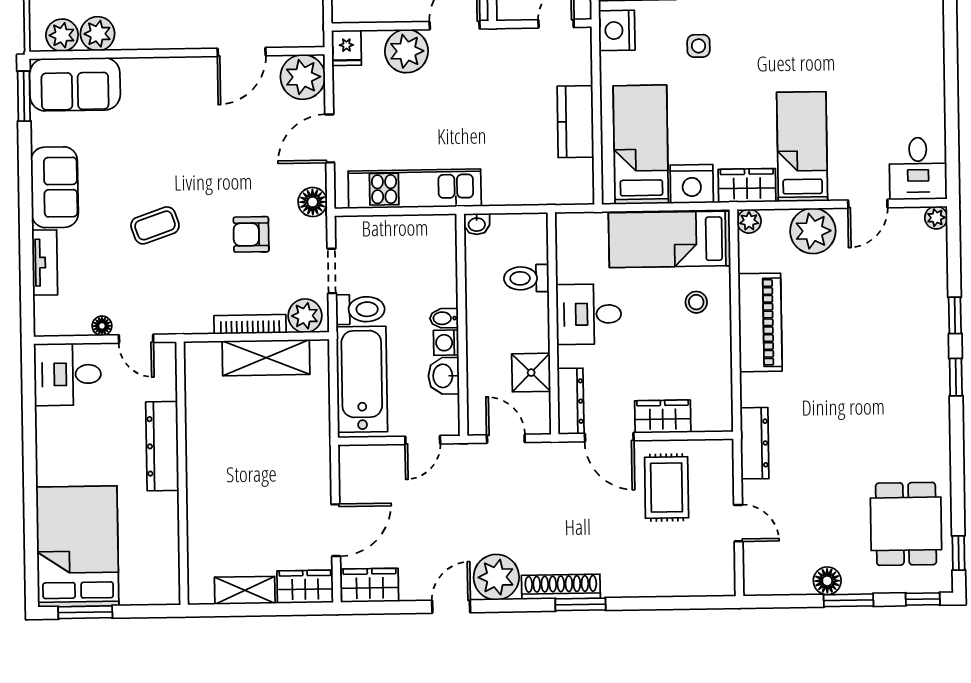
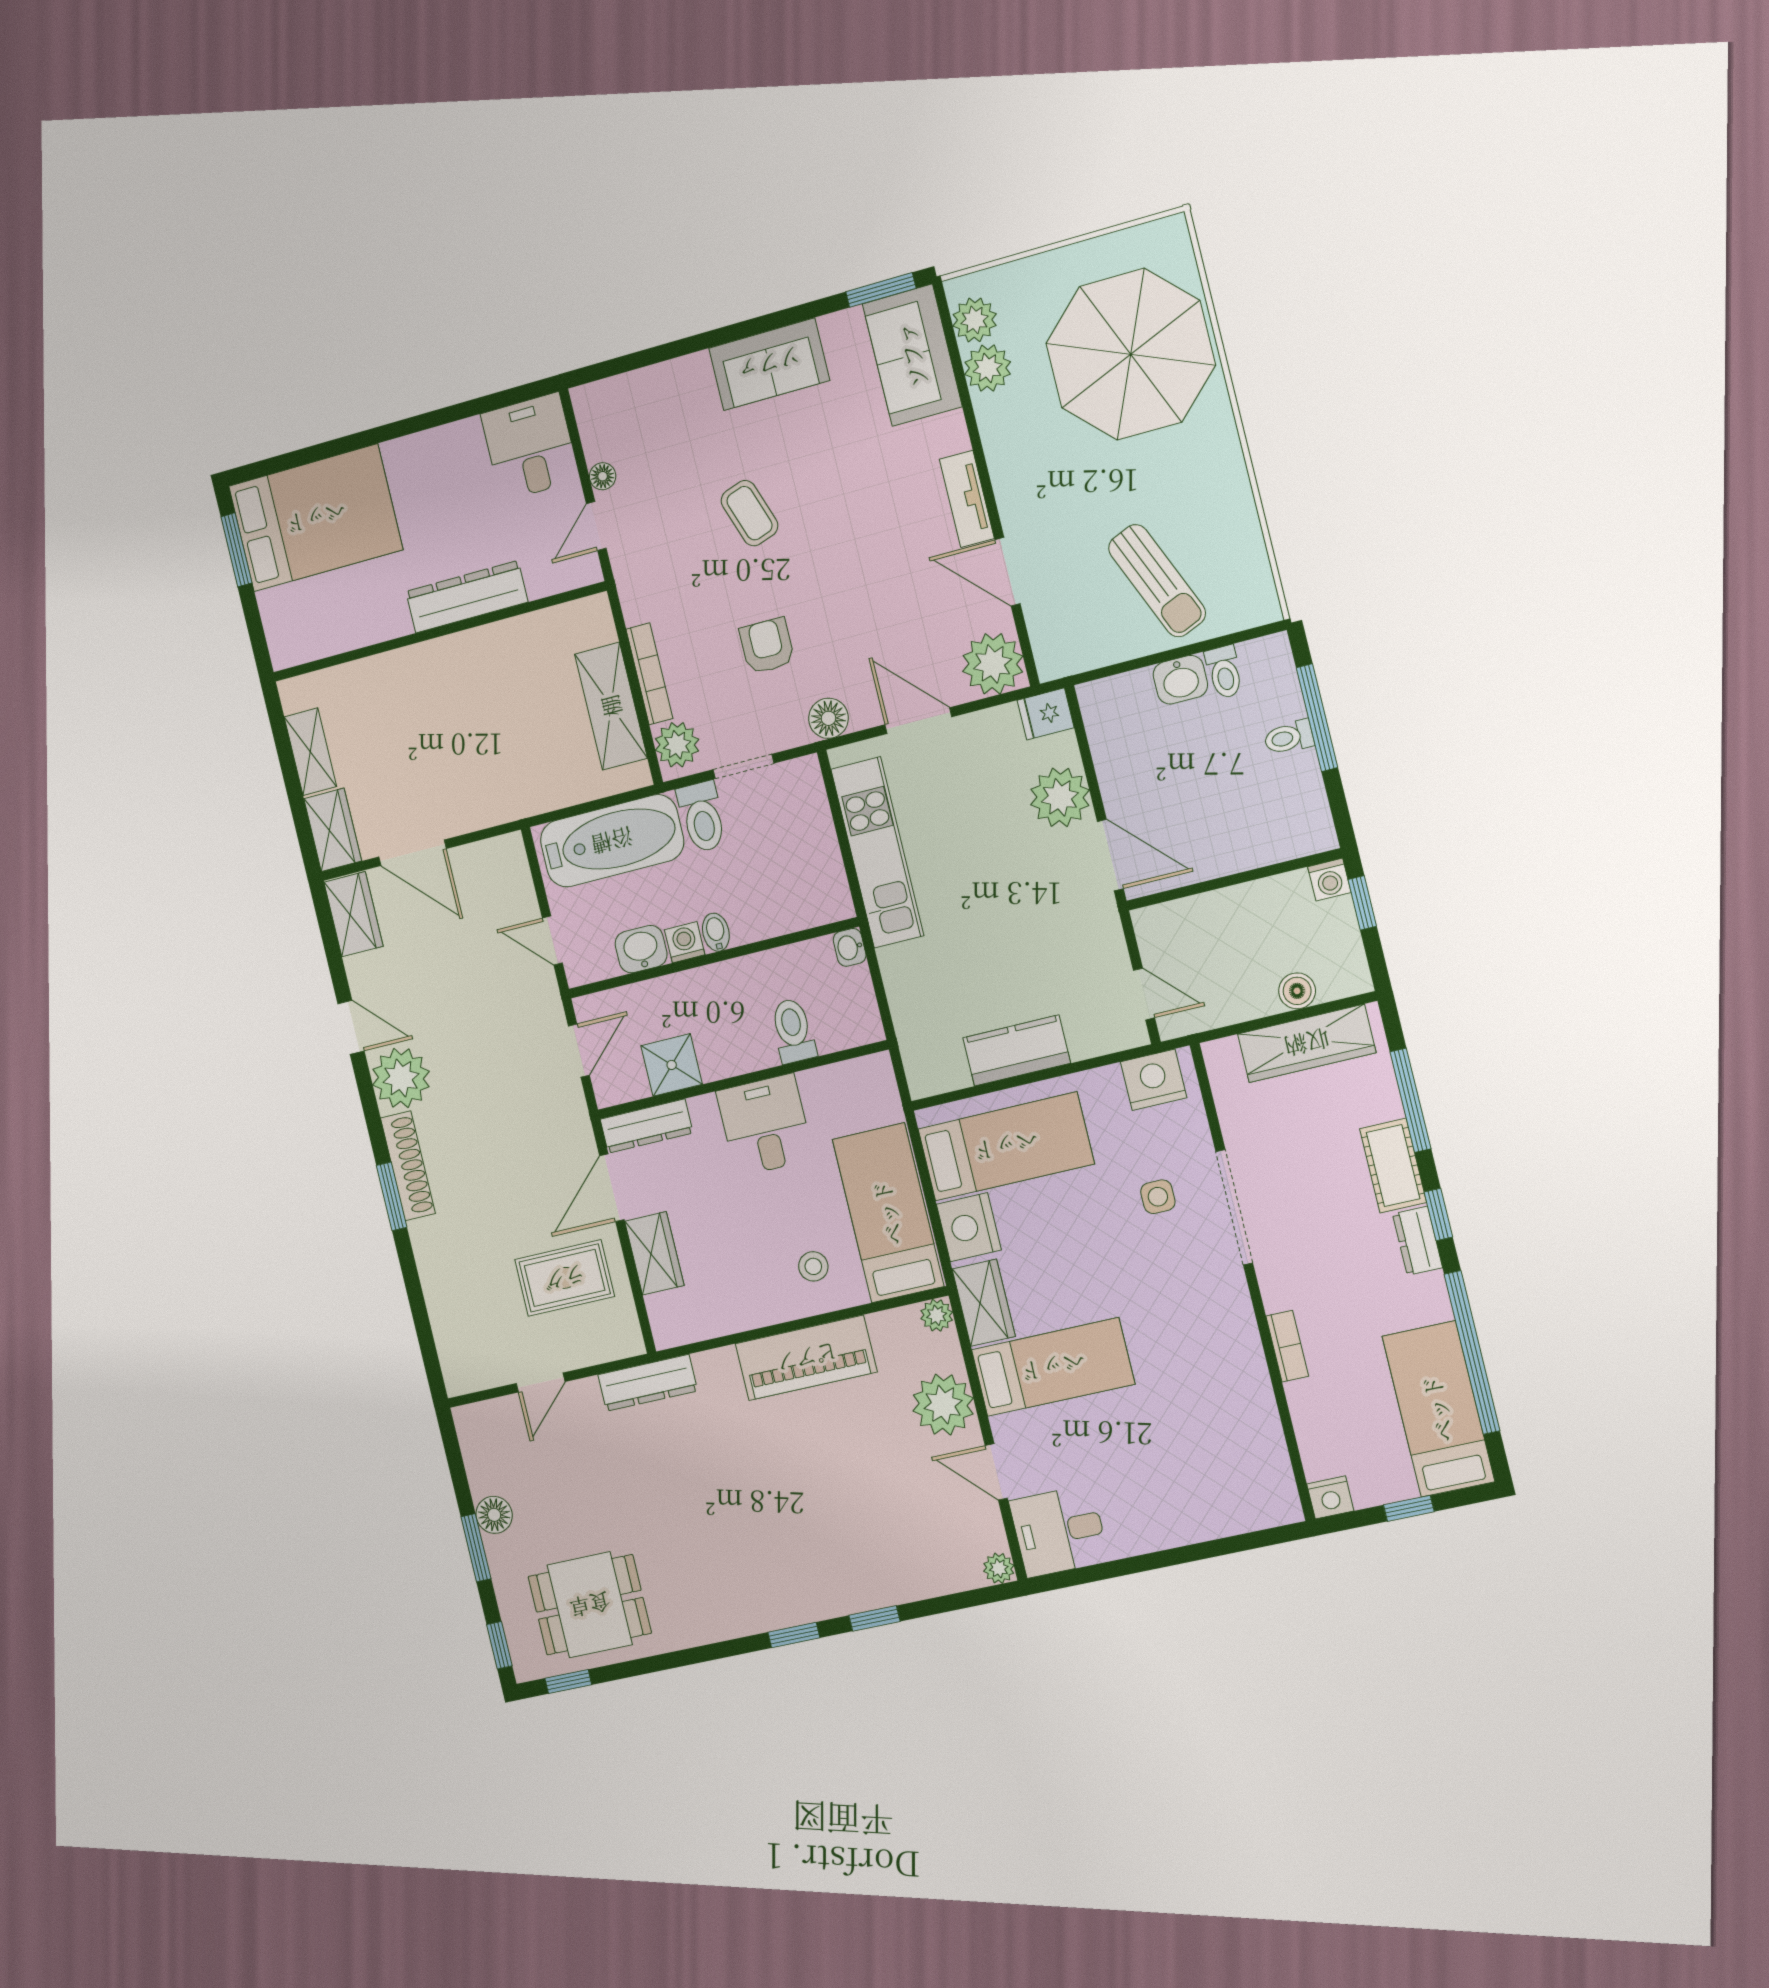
tv unit: (45, 263) -> (967, 499), moved, turned 90

